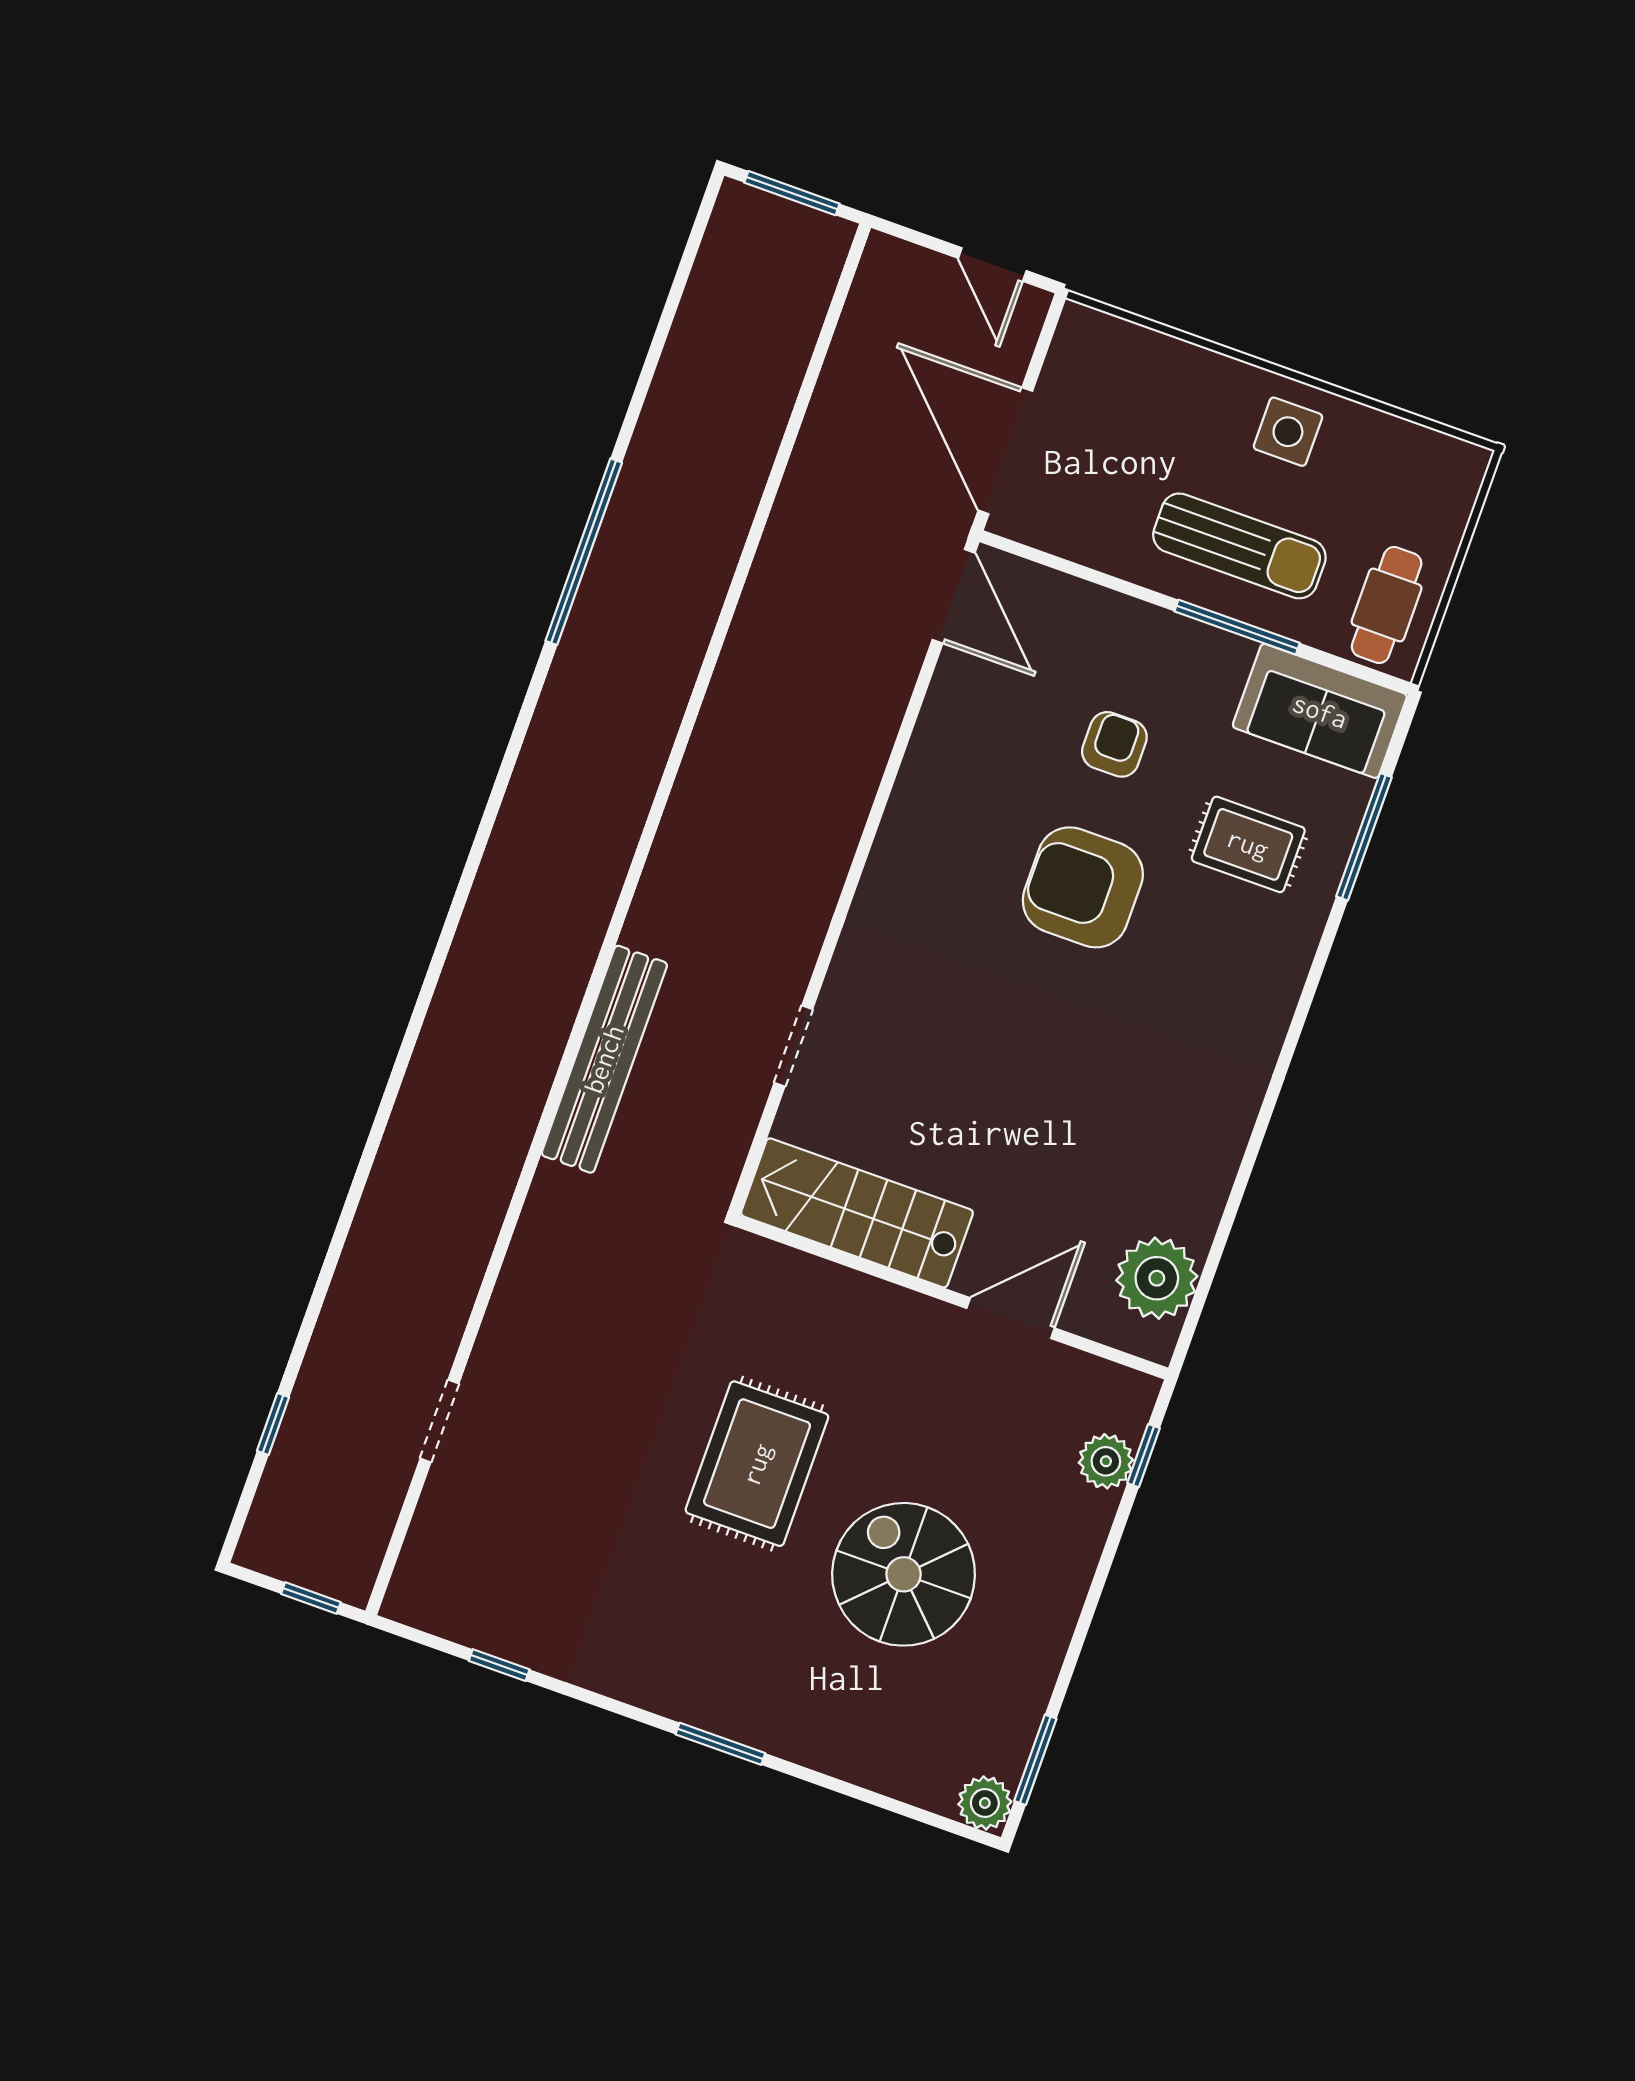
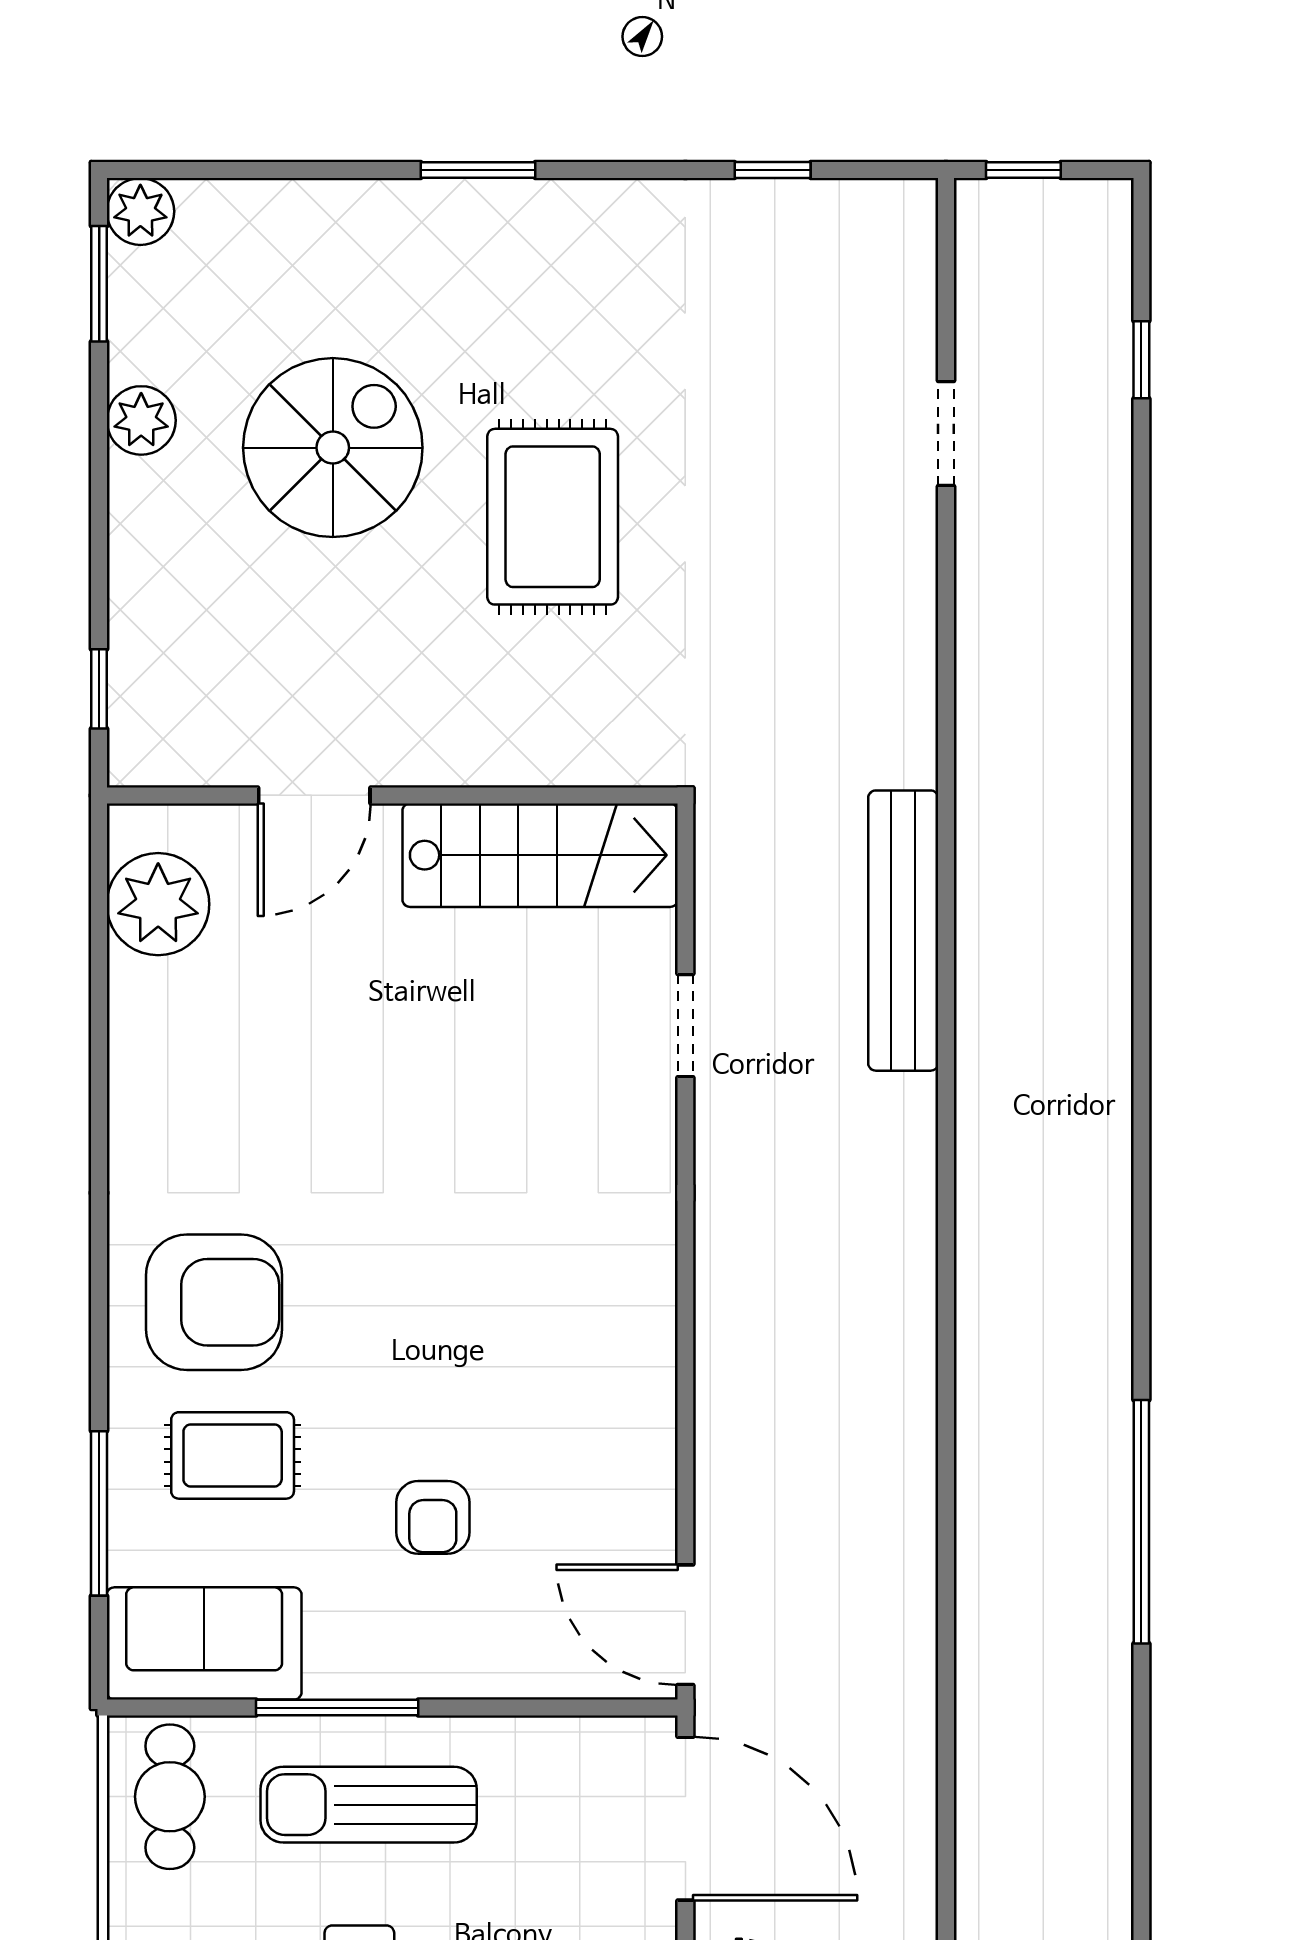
armchair: (1083, 887) -> (214, 1302), moved
plant: (1106, 1461) -> (141, 420), moved
spiral stairs: (904, 1574) -> (333, 448), turned -90

